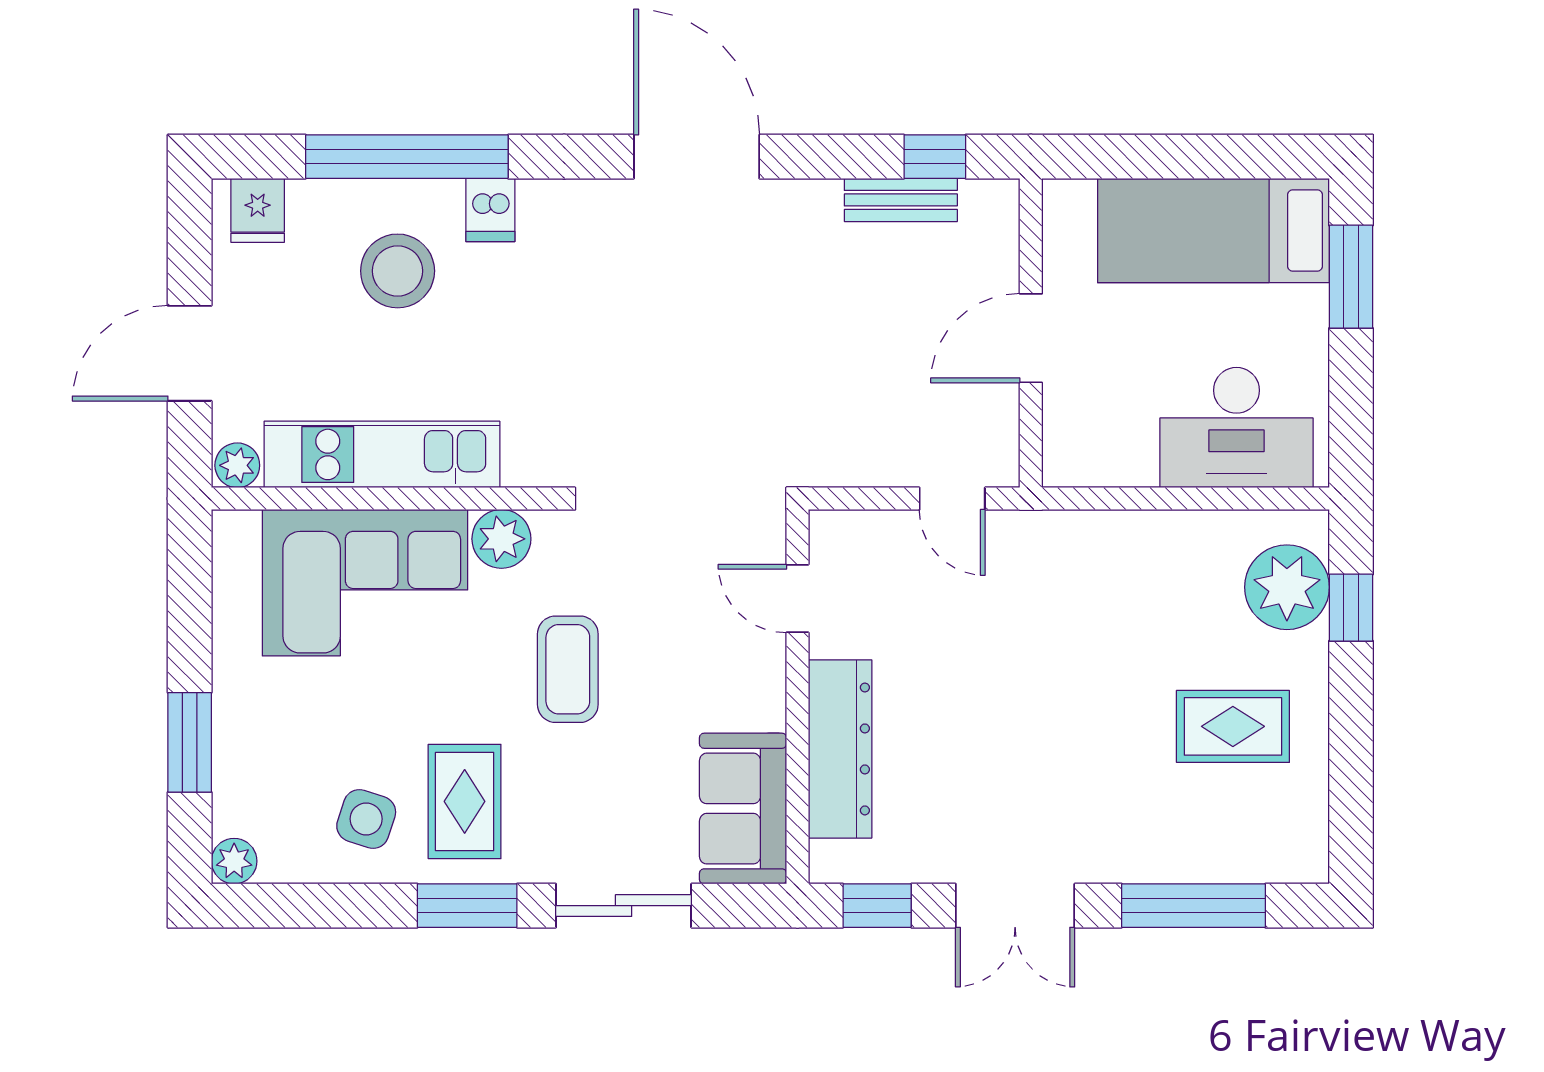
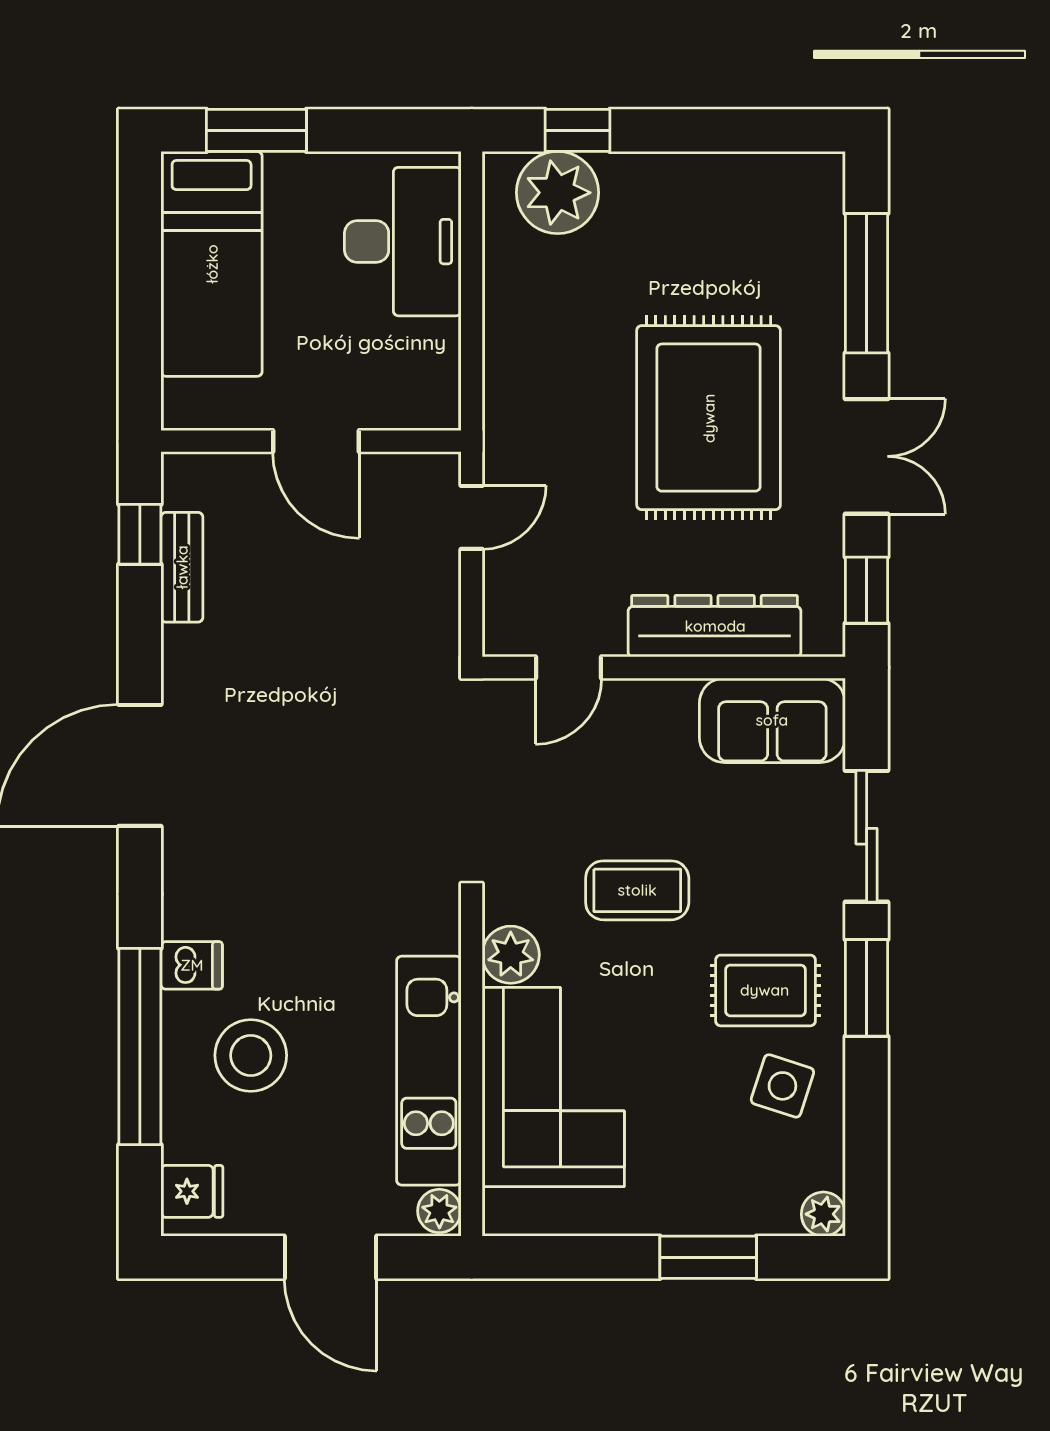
rug: (1233, 726) -> (709, 418), moved, width x1.86, depth x2.06

